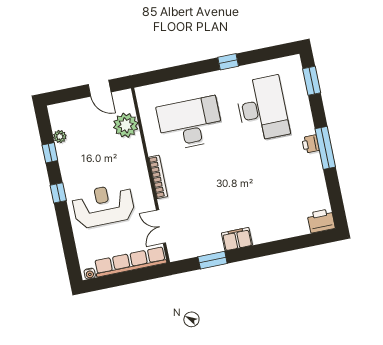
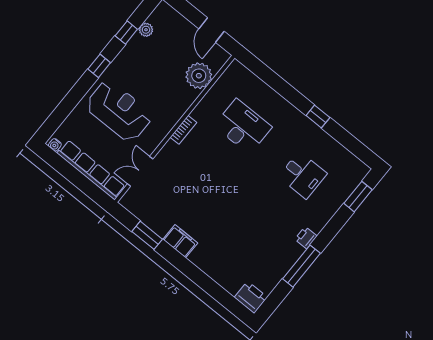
desk: (262, 109) -> (303, 175), width x0.53, depth x0.77
desk: (190, 123) -> (243, 127), width x0.73, depth x0.77
window: (325, 148) -> (301, 266), moved
bookcase: (158, 177) -> (183, 130), width x0.64

